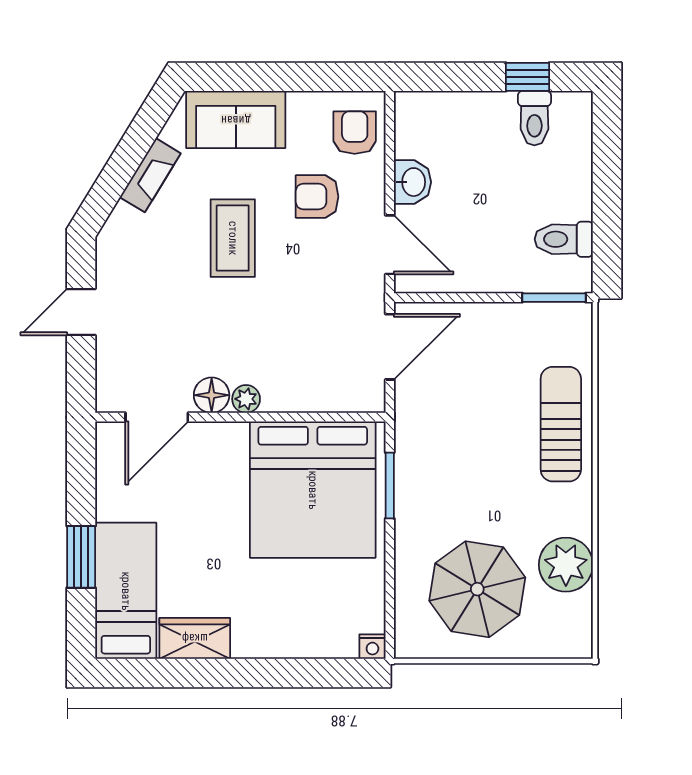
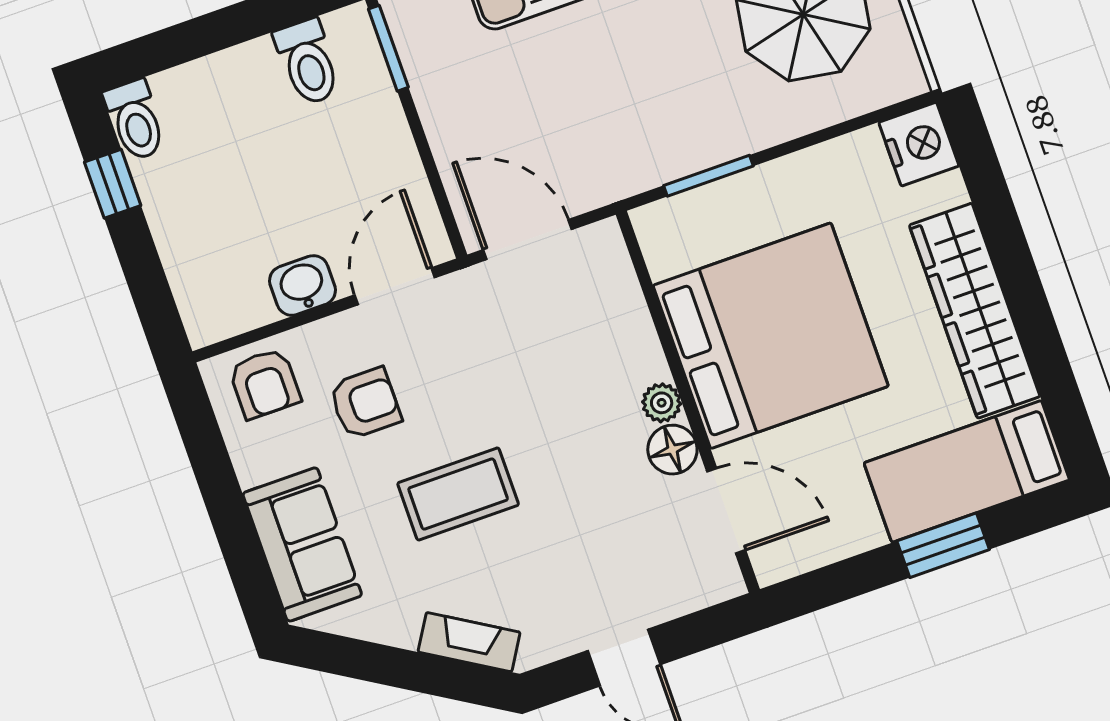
toilet: (534, 118) -> (135, 120), moved, turned 90
armchair: (355, 133) -> (265, 384), turned -90
fireplace: (150, 175) -> (469, 642), moved
armchair: (317, 197) -> (365, 403), turned -90
bed: (313, 490) -> (771, 336), moved
wardrobe: (195, 638) -> (975, 311), width x2.10, depth x1.17
nightstand: (372, 647) -> (919, 144), width x1.89, depth x1.79

